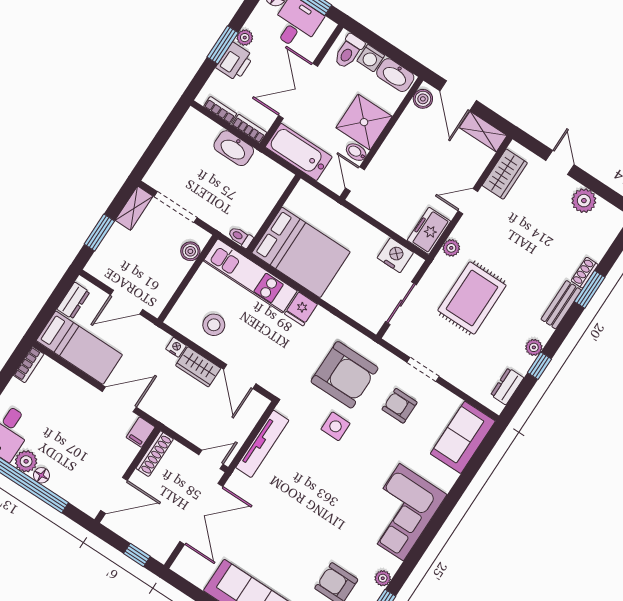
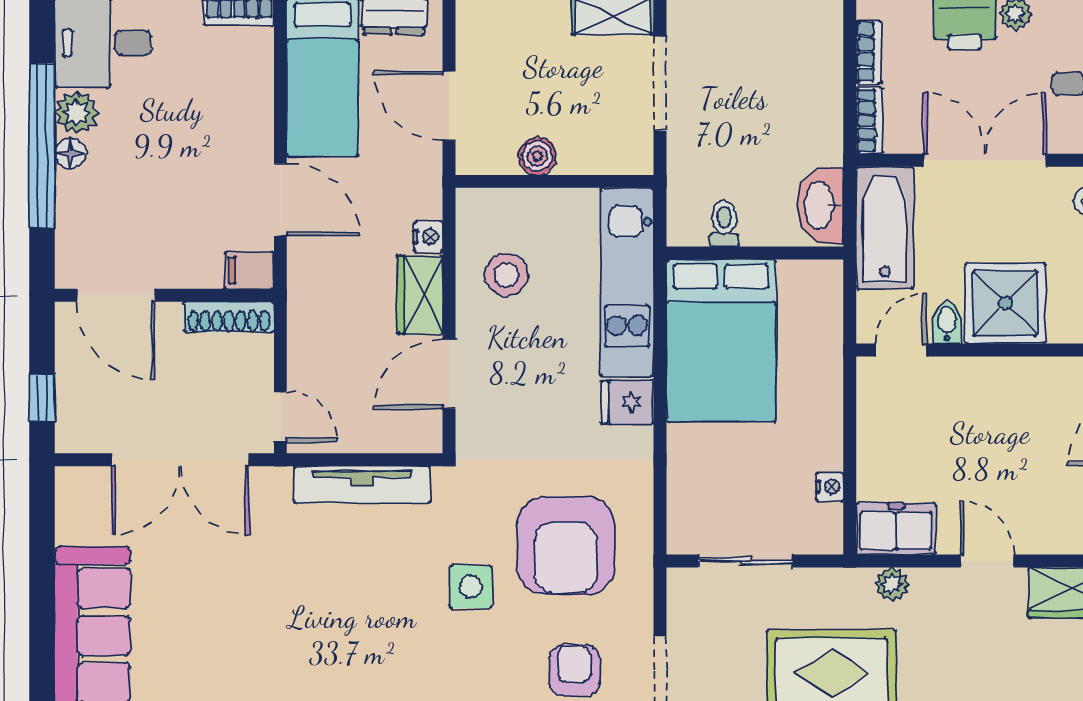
washbasin: (234, 148) -> (820, 206), moved
toilet: (240, 237) -> (724, 224), moved
boiler: (190, 251) -> (537, 156), moved
nightstand: (395, 255) -> (830, 487), width x0.53, depth x0.56

